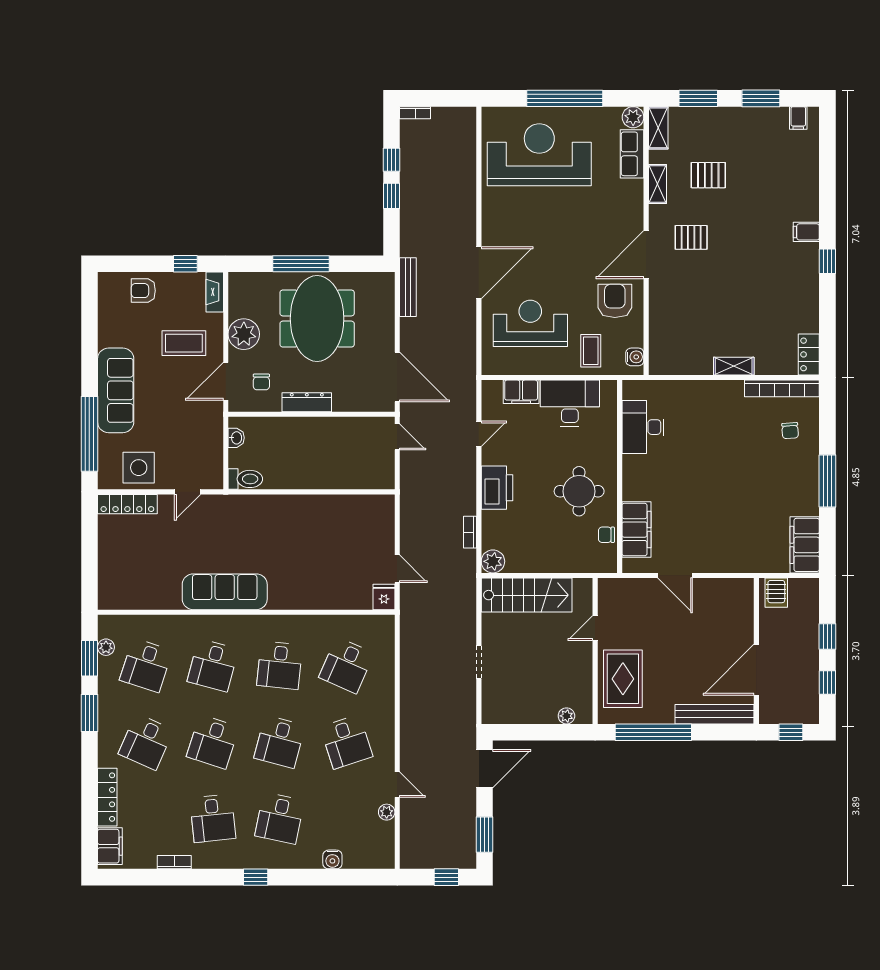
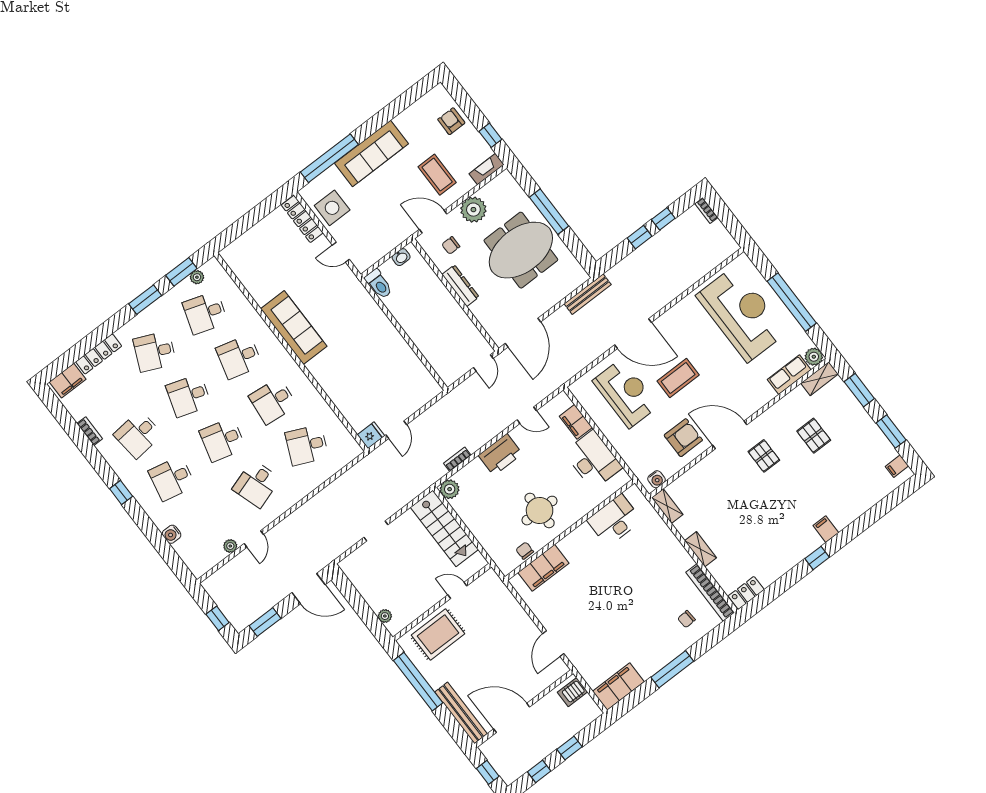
shelving: (657, 184) -> (667, 506), moved, turned 90
coffee table: (591, 351) -> (678, 378), moved, width x1.36, depth x1.30
door: (675, 575) -> (553, 644), moved

